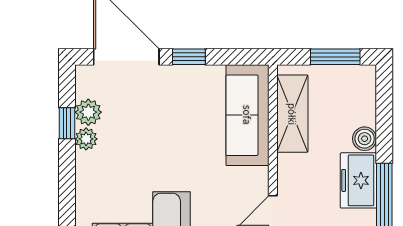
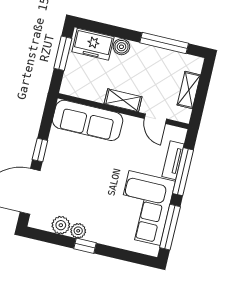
shelving: (292, 114) -> (123, 100), moved, width x0.67, depth x0.75
window: (67, 123) -> (85, 246), moved
freezer: (358, 180) -> (93, 44), moved

